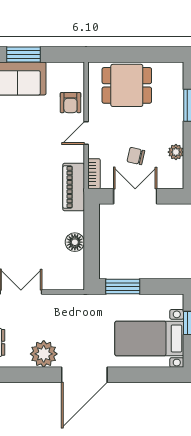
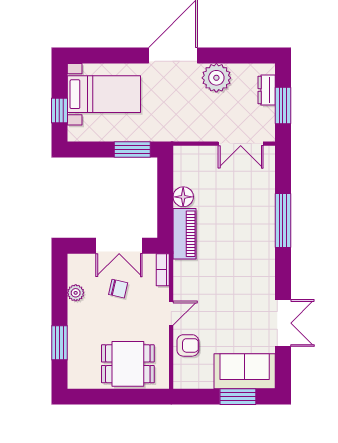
armchair: (70, 103) -> (188, 345), turned 90
piano: (74, 187) -> (184, 234), moved

